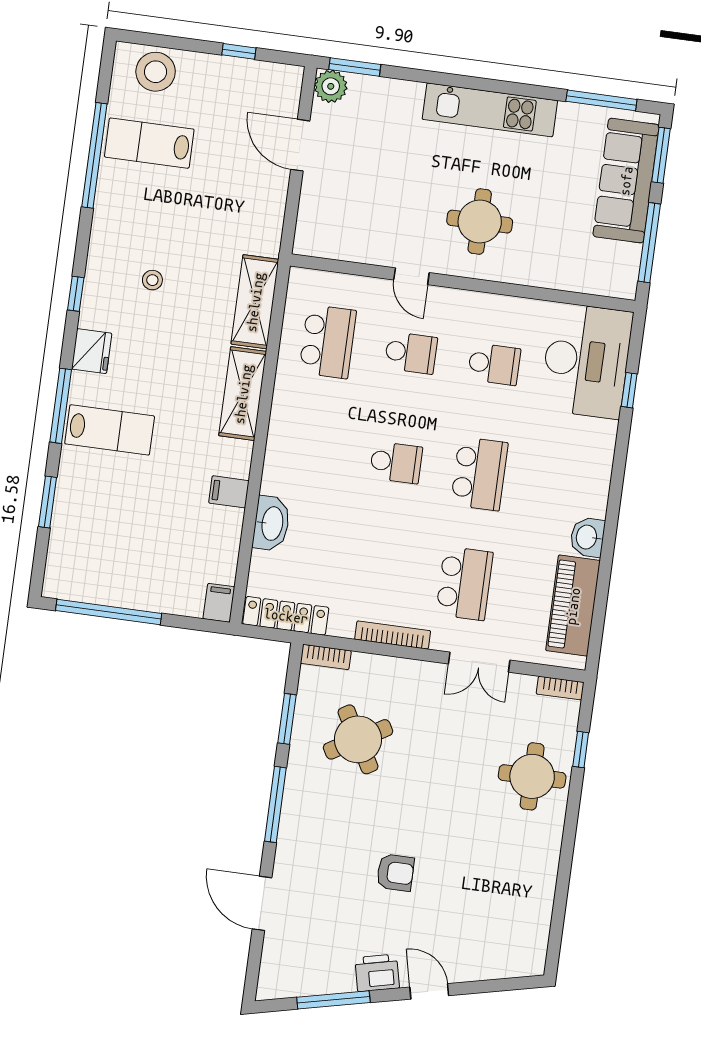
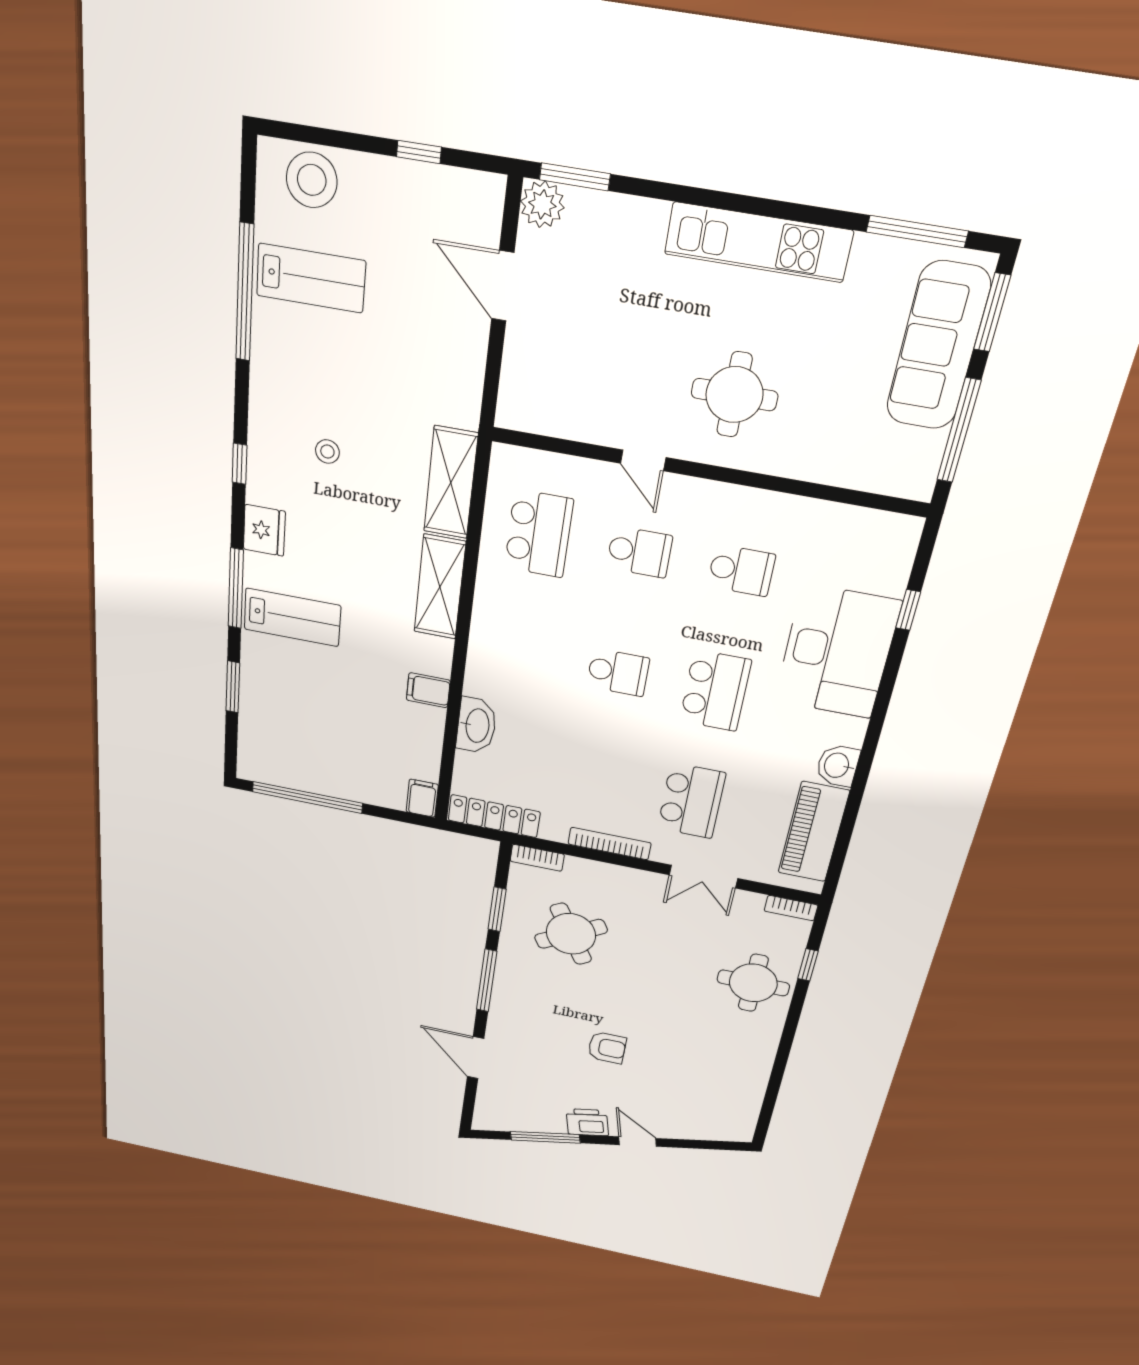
lab bench: (149, 143) -> (311, 278), turned 180
desk: (586, 361) -> (837, 652), moved

